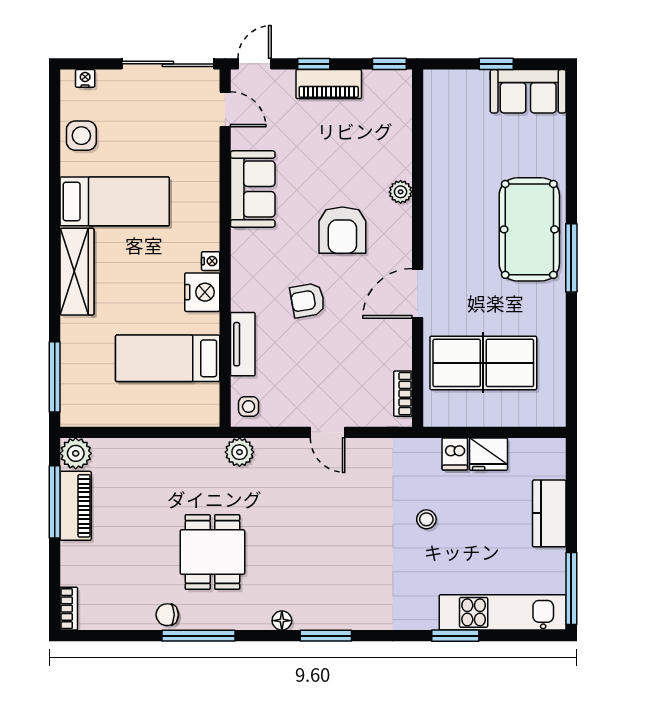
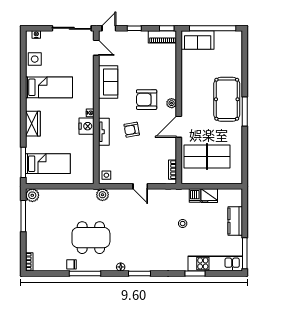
window: (496, 64) -> (213, 28), width x3.17
piano: (329, 84) -> (162, 37), moved
sofa: (528, 91) -> (198, 40), moved
plant: (401, 192) -> (172, 103), moved
armchair: (342, 230) -> (147, 100), turned 90
wardrobe: (77, 272) -> (33, 124), width x0.67
tv unit: (243, 344) -> (104, 132), moved
bed: (168, 358) -> (48, 164), moved, turned 180
piano: (76, 506) -> (32, 218), removed
dining table: (212, 552) -> (91, 238), width x1.38

